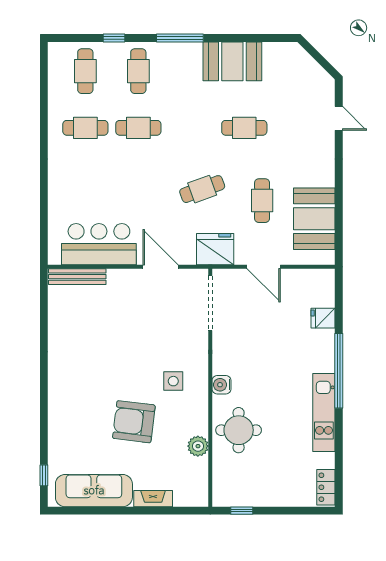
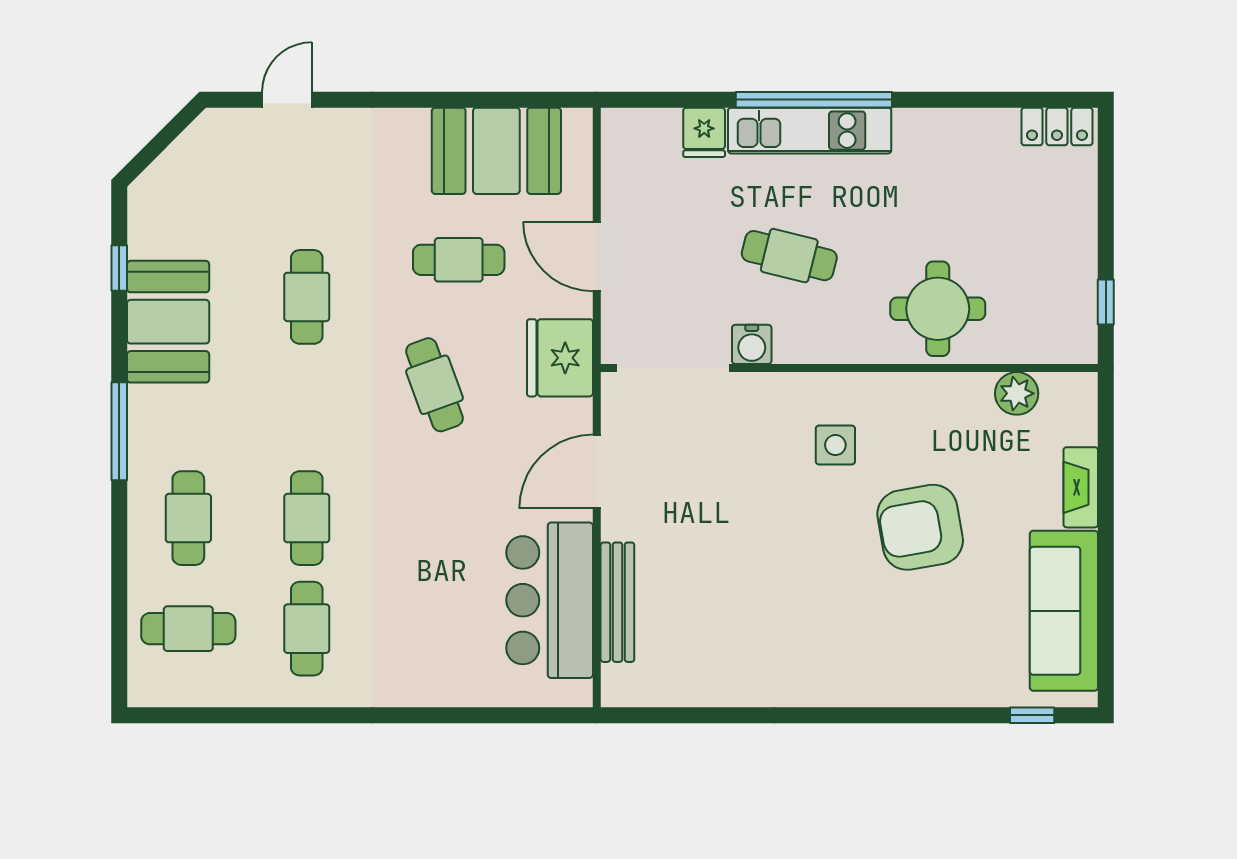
window: (114, 38) -> (119, 268), moved
cafe table: (138, 71) -> (188, 518), turned 90
door: (264, 267) -> (597, 257), swing flipped
bench: (77, 277) -> (617, 602), moved
cafe table: (264, 359) -> (789, 256), added
water cooler: (222, 385) -> (752, 344), moved
kitchen unit: (324, 412) -> (810, 131), moved
armchair: (134, 422) -> (920, 527), turned 73
plant: (198, 446) -> (1017, 393), moved

